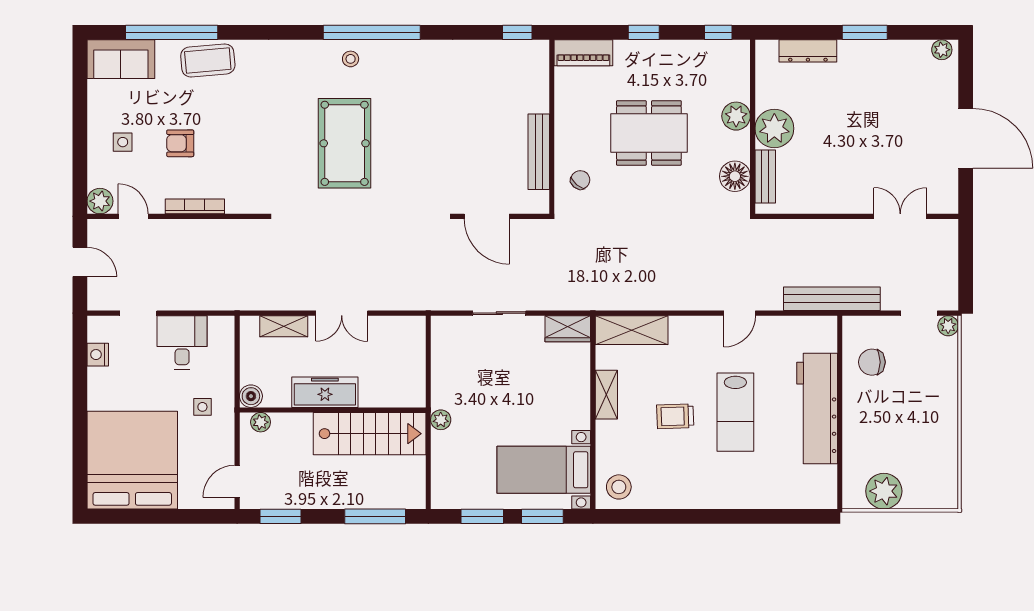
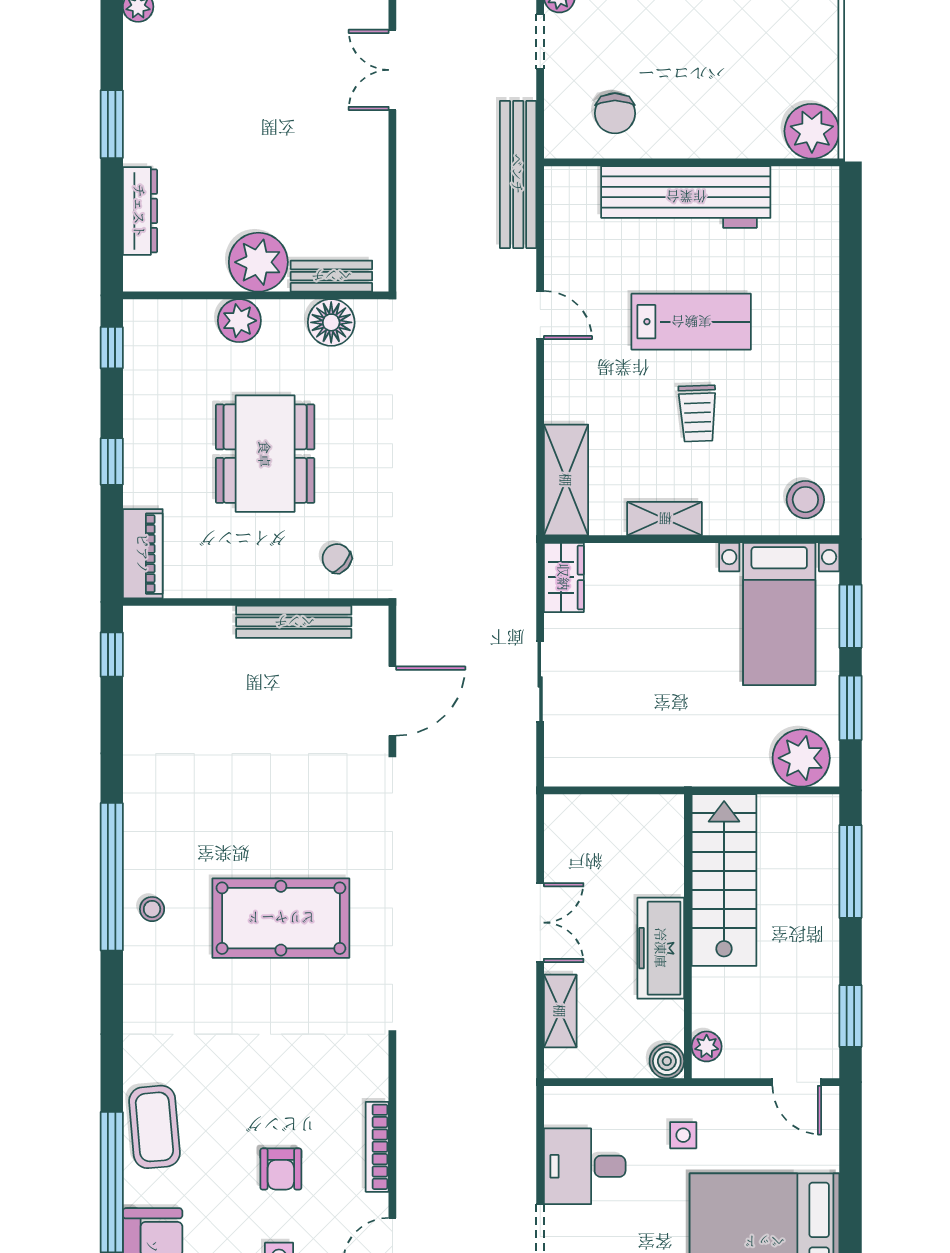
plant: (441, 420) -> (801, 758), moved, width x1.88, depth x1.88
plant: (884, 491) -> (812, 131), moved

